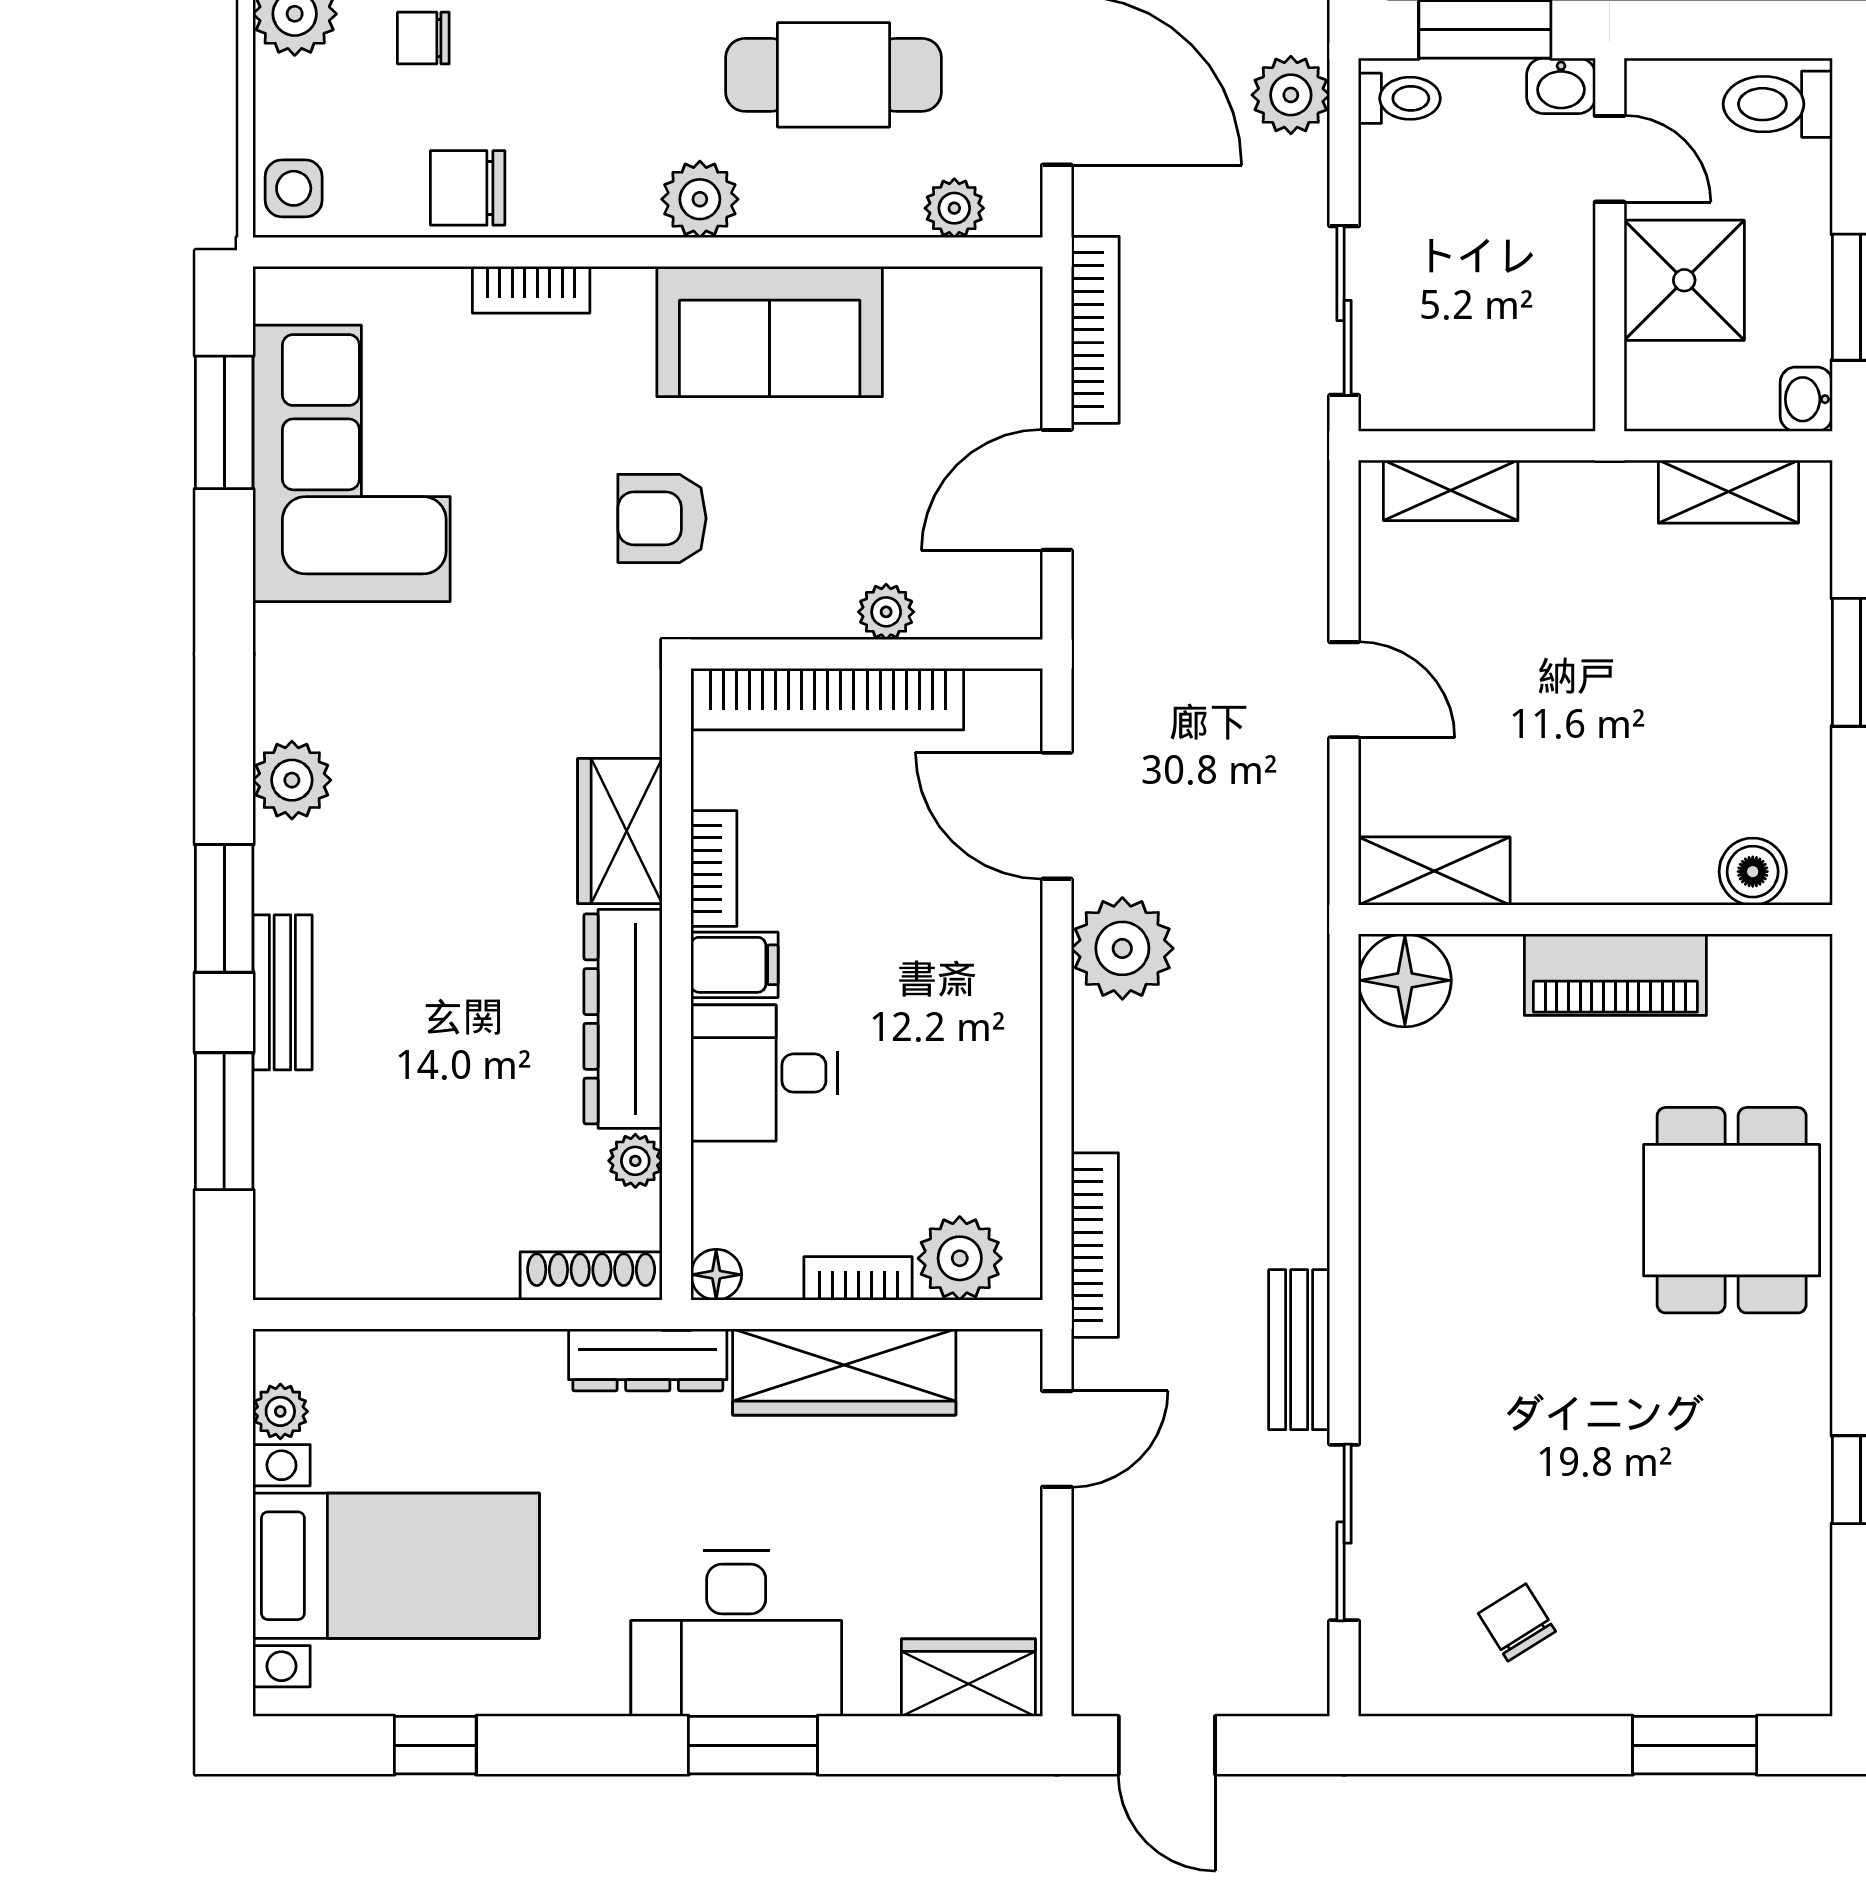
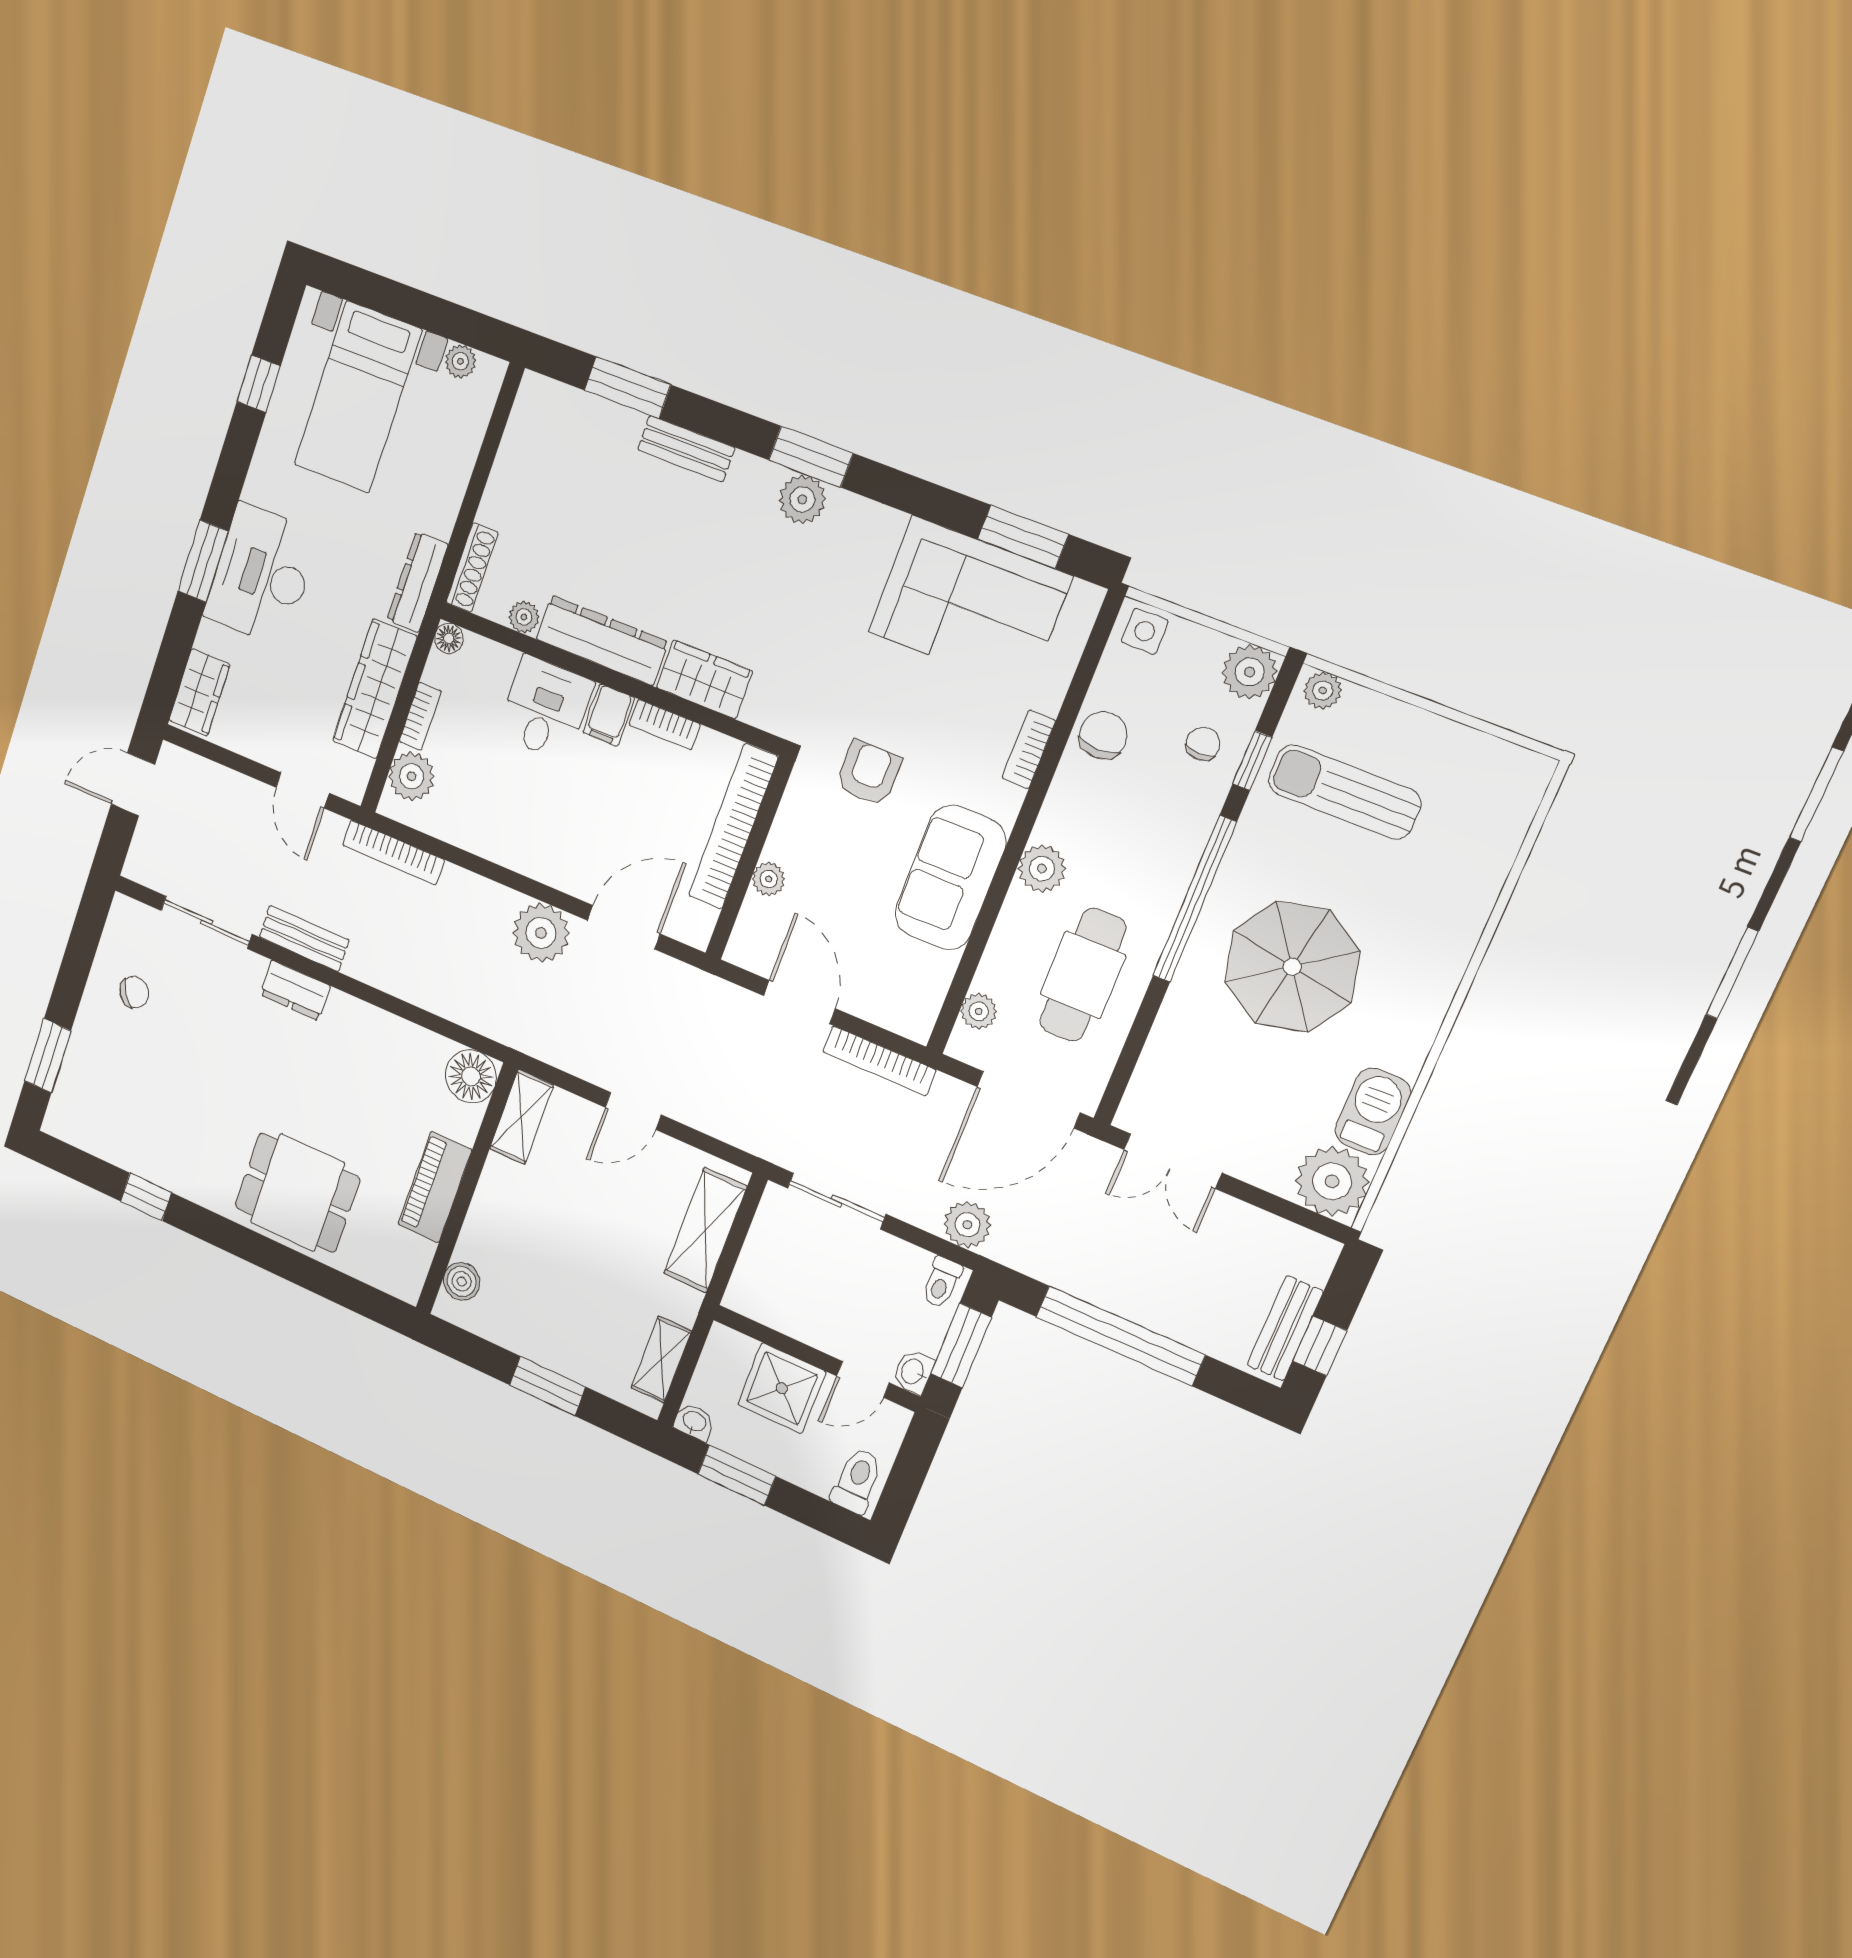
shelving: (1451, 490) -> (705, 1230), width x1.50, depth x1.33
window: (224, 908) -> (811, 457), moved
dresser: (1392, 1335) -> (295, 990), added

